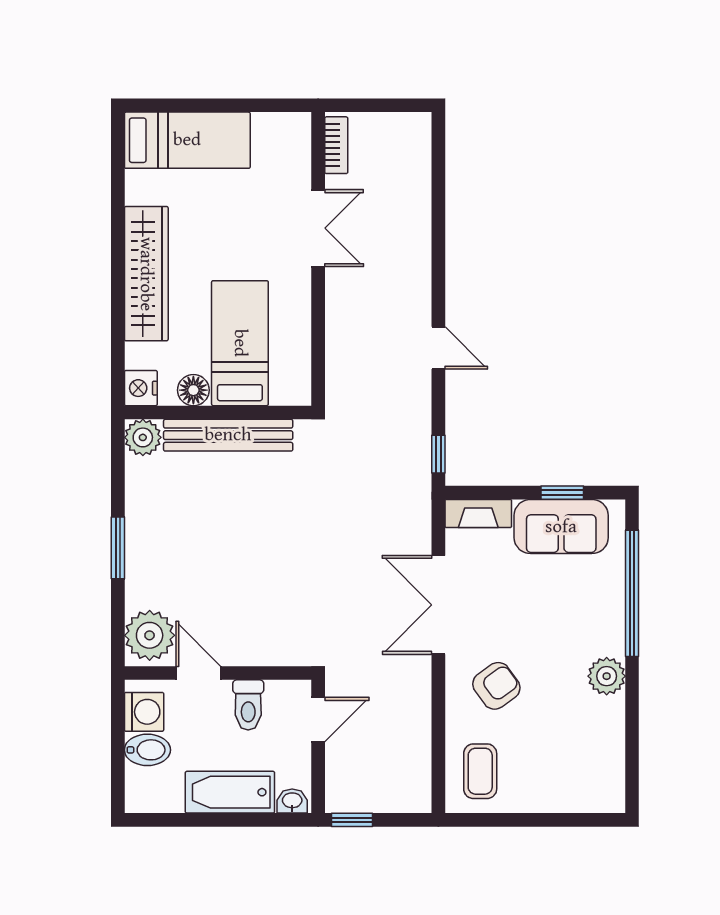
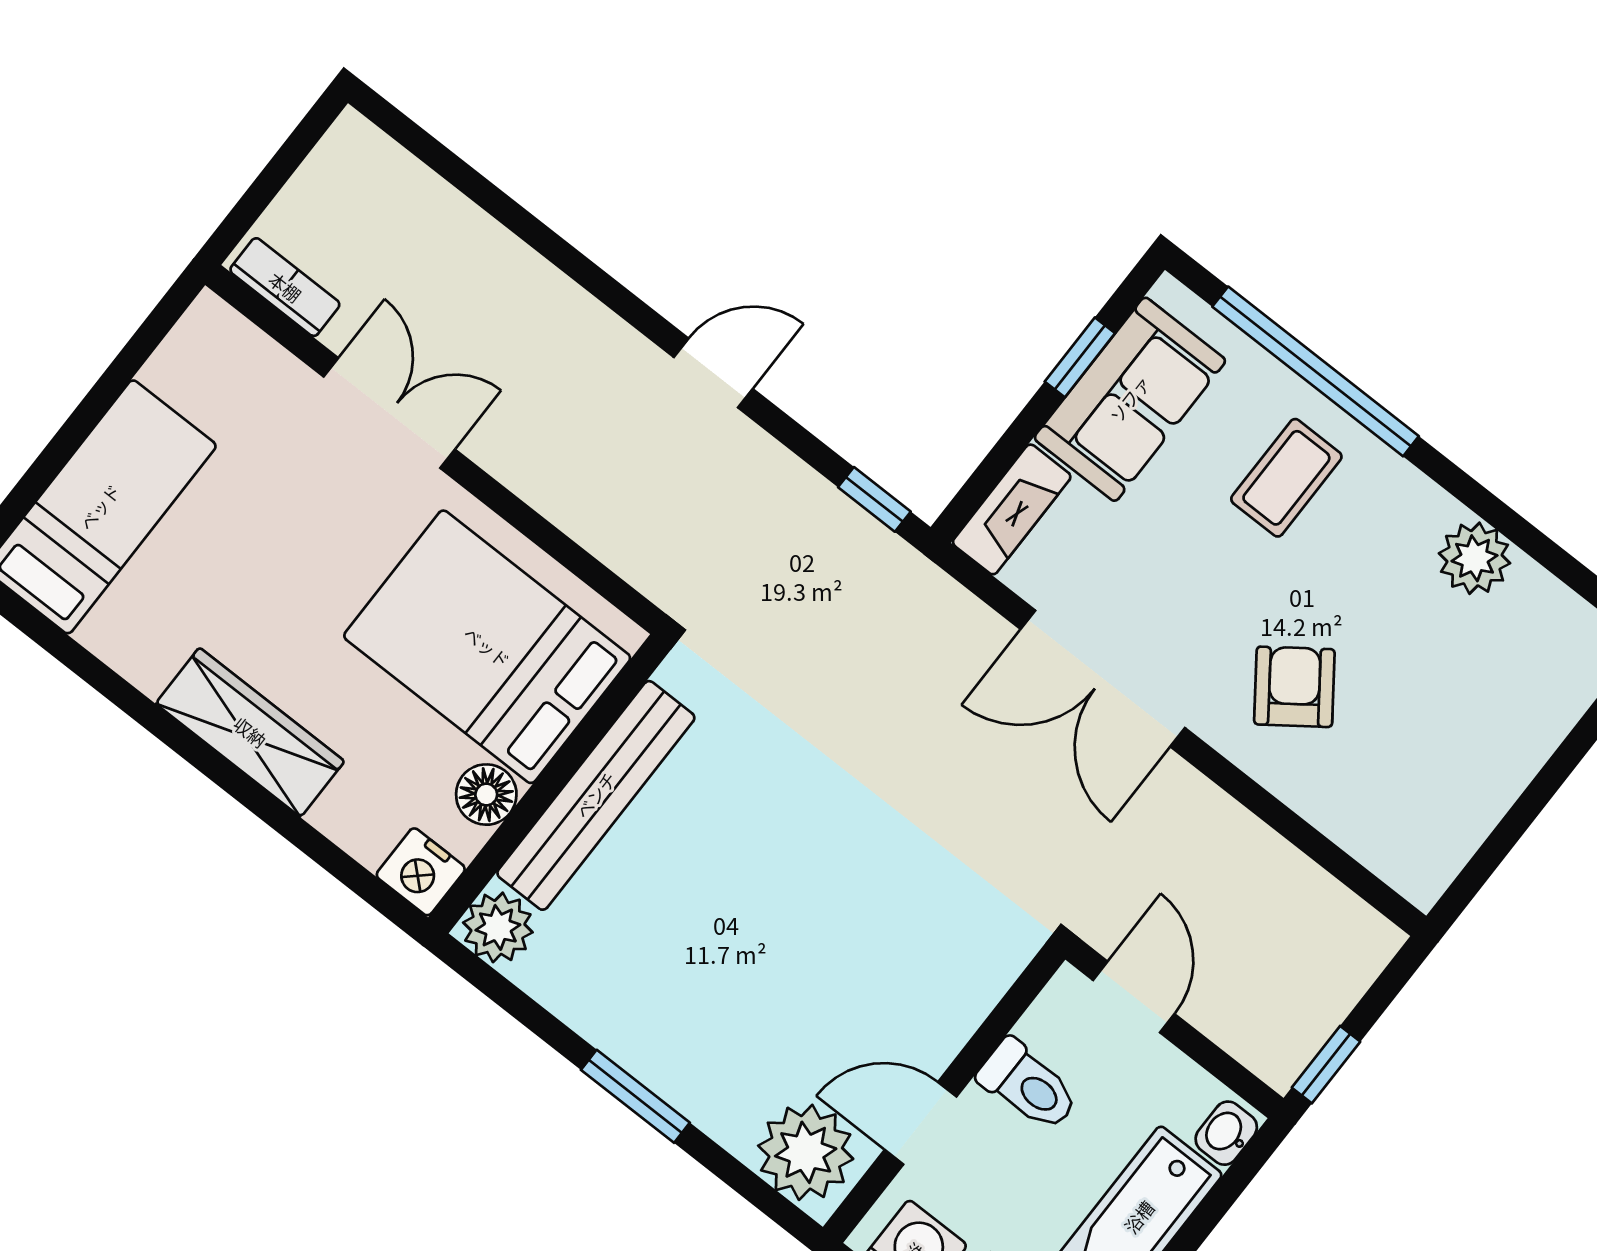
wardrobe: (146, 274) -> (250, 732), width x0.71, depth x0.85
bed: (240, 343) -> (487, 647), width x1.50
plant: (607, 676) -> (1475, 558), moved
coffee table: (480, 771) -> (1286, 478), moved, turned 90

